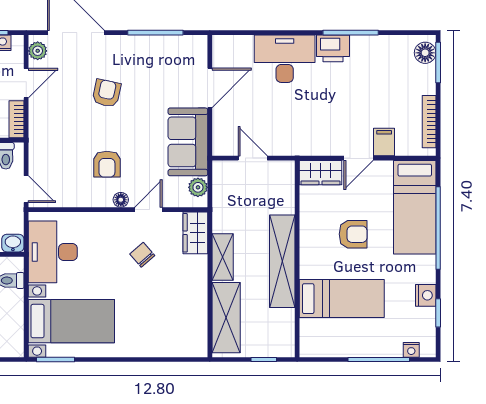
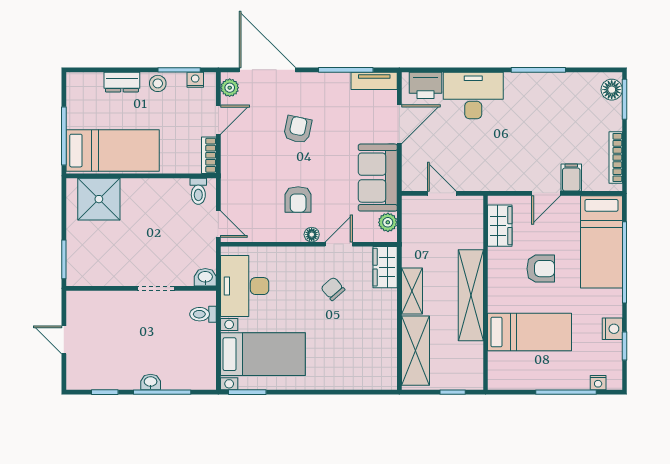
tv unit: (184, 44) -> (374, 81), added
printer: (333, 48) -> (426, 85), moved
wardrobe: (320, 173) -> (500, 226), moved, turned -90

